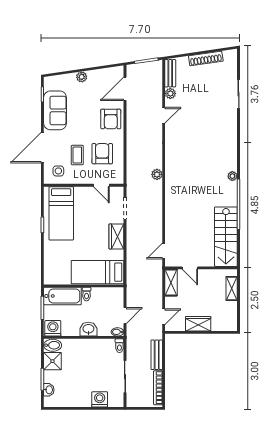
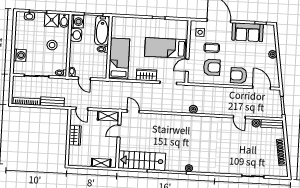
bed: (61, 213) -> (166, 48), moved
washbasin: (88, 329) -> (76, 35), moved
stool: (85, 359) -> (52, 45), added

